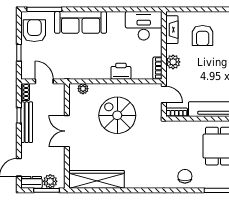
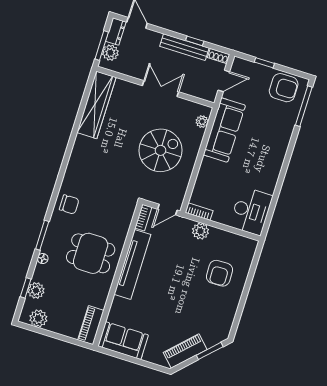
sofa: (81, 22) -> (224, 130), moved, turned 180
fireplace: (172, 30) -> (237, 241), removed
armchair: (203, 36) -> (220, 273), turned -91
printer: (121, 71) -> (208, 170), removed

